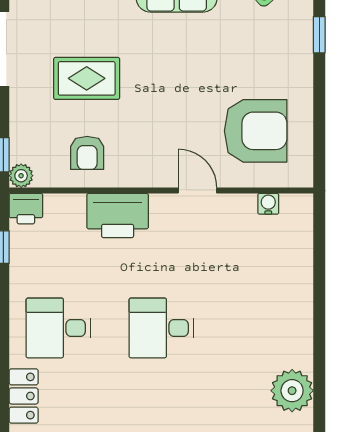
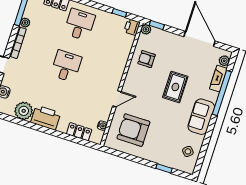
rug: (87, 78) -> (175, 87), moved
armchair: (256, 131) -> (133, 130), turned 90
printer: (118, 216) -> (46, 118), moved, turned 90
locker: (299, 251) -> (79, 132), added

